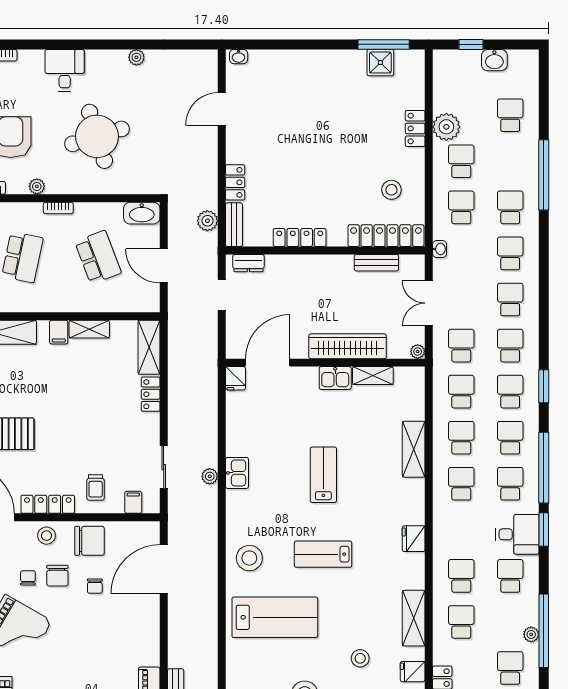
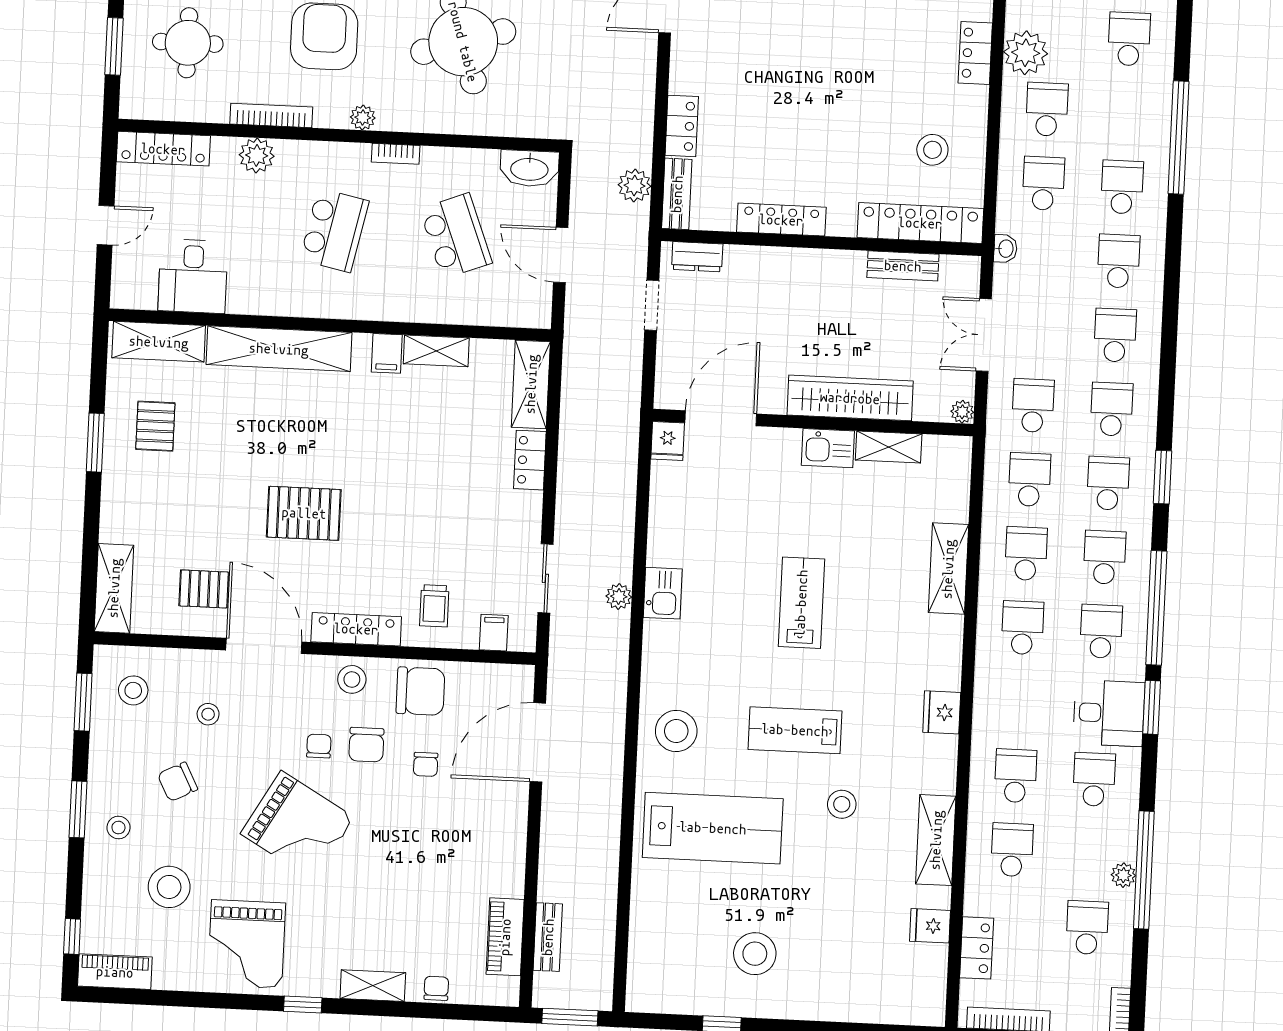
stool: (360, 658) -> (842, 804), moved

